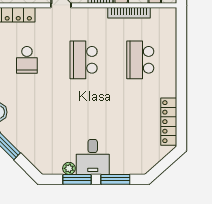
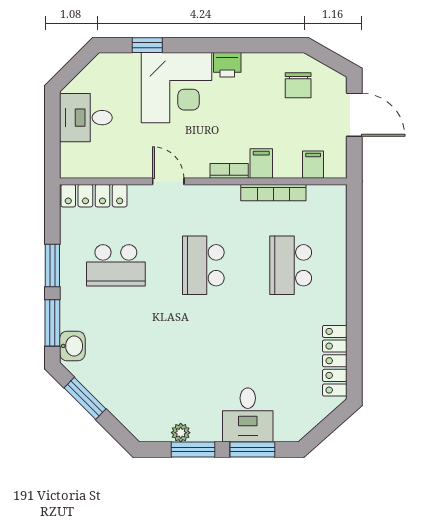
school desk: (27, 60) -> (116, 265), width x1.85
desk: (93, 157) -> (248, 415), moved

